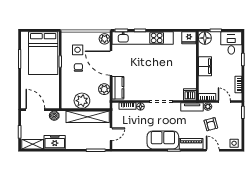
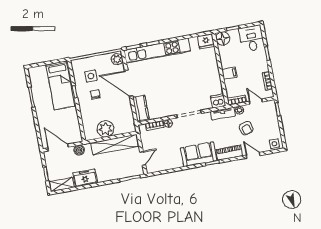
bed: (43, 53) -> (60, 85), width x0.67
filing cabinet: (205, 66) -> (229, 73), width x0.50
plant: (104, 89) -> (127, 112), removed

